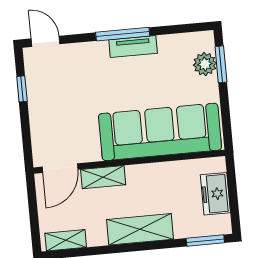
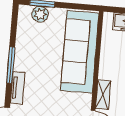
tv unit: (133, 46) -> (18, 88), moved

